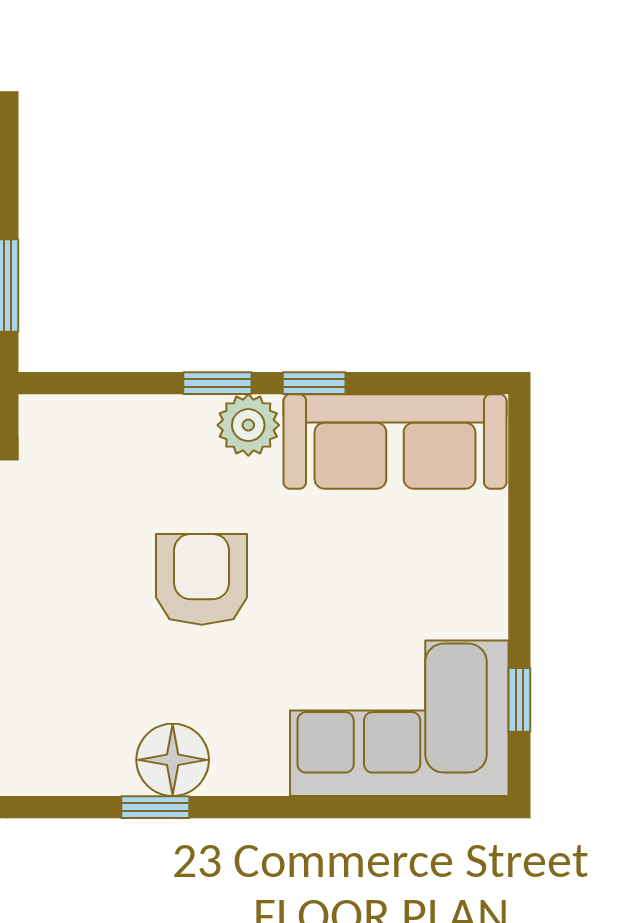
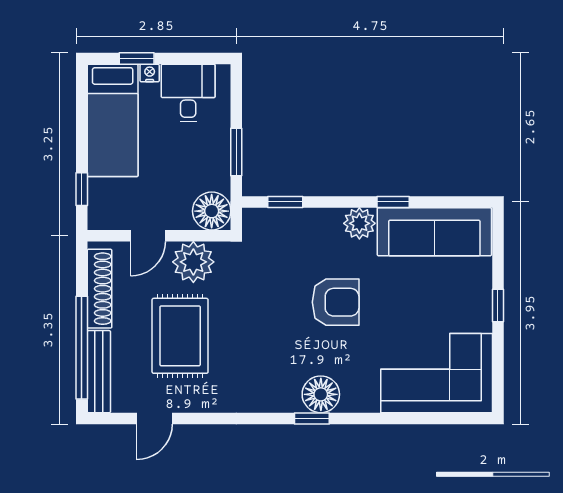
window: (217, 383) -> (285, 202), moved
armchair: (202, 579) -> (336, 302), turned 90
window: (519, 700) -> (498, 305), moved

